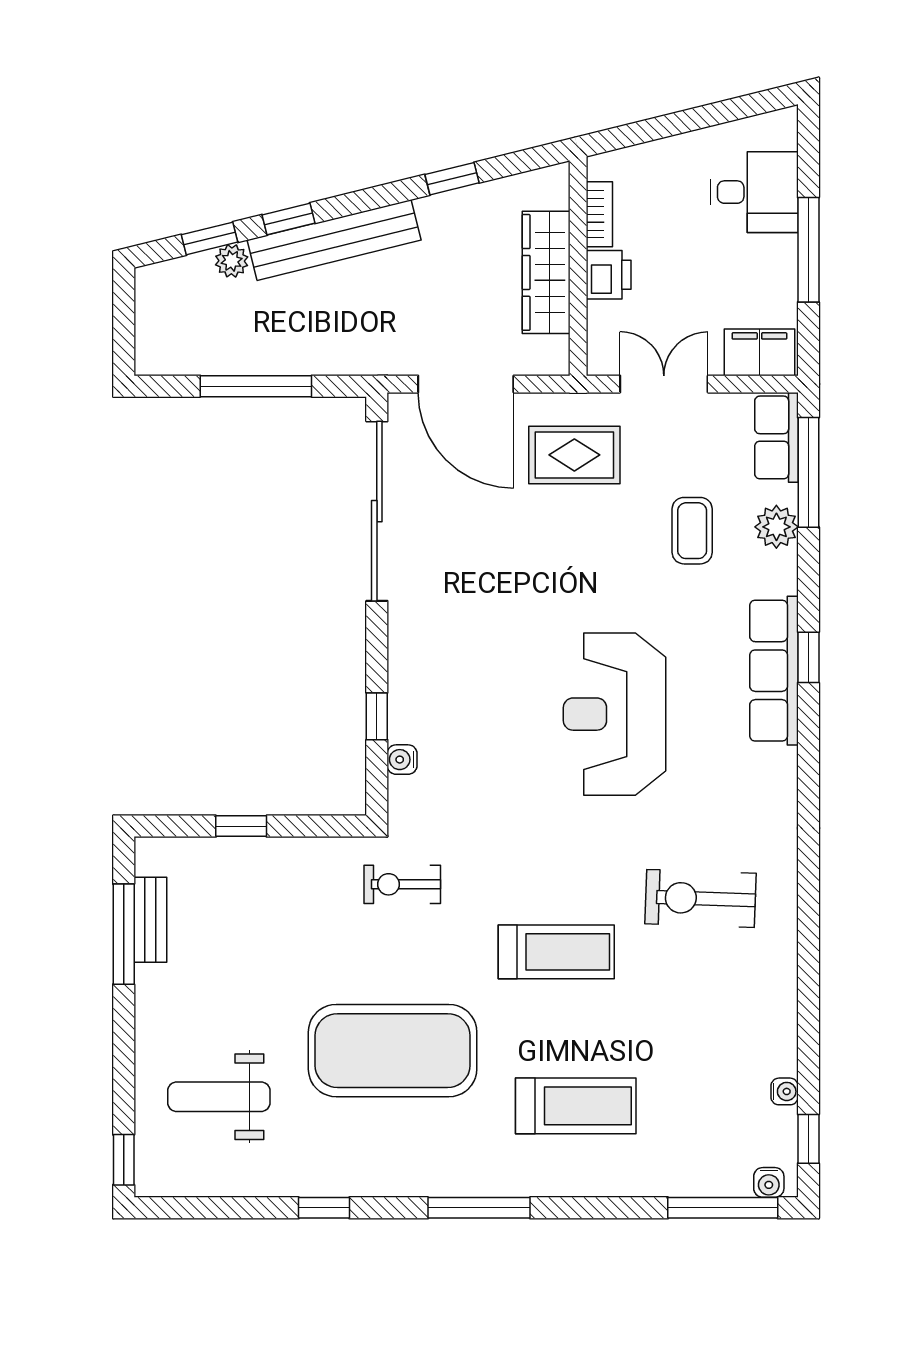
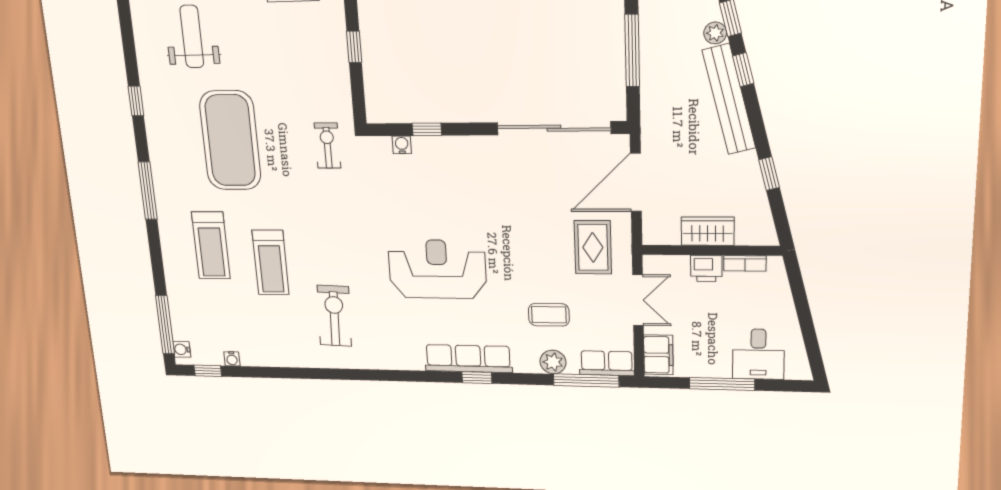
wardrobe: (546, 272) -> (708, 231), width x0.67
treadmill: (556, 952) -> (271, 262), moved

